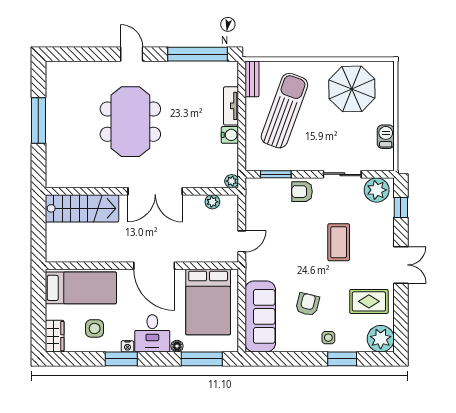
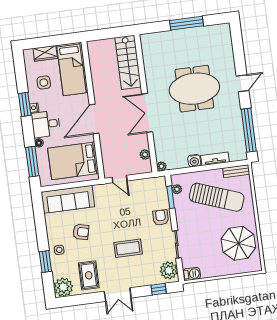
barbecue: (386, 137) -> (192, 274), moved
plant: (266, 164) -> (177, 189), added
wardrobe: (55, 336) -> (45, 53), moved

